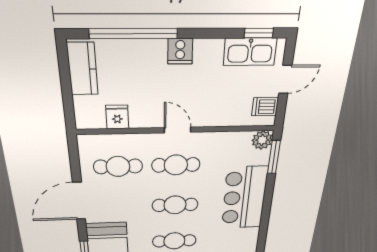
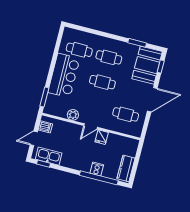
cooker: (180, 51) -> (97, 169), moved
fridge: (117, 117) -> (102, 137), moved
door: (178, 130) -> (91, 126), hinge flipped
plant: (262, 140) -> (73, 115), moved
cafe table: (176, 165) -> (79, 50), moved

